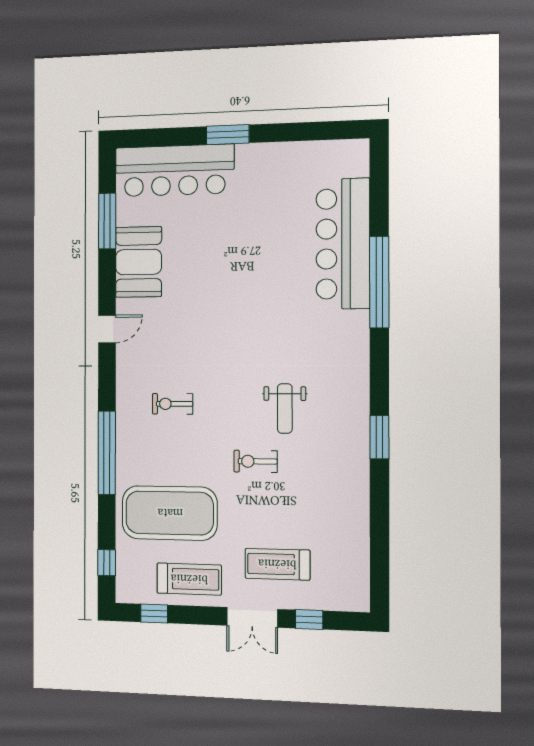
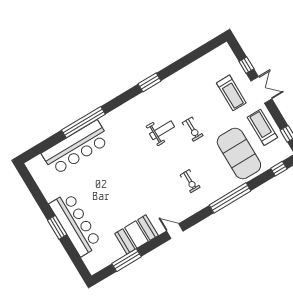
bar counter: (175, 170) -> (75, 224), moved

